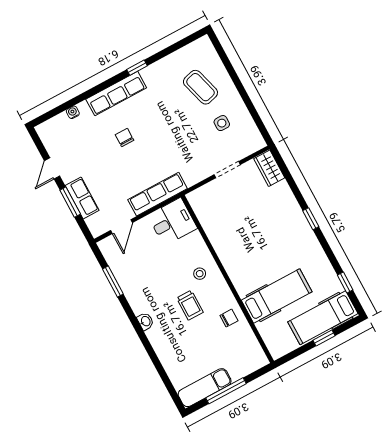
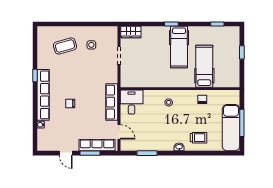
row of seats: (116, 93) -> (43, 95), width x1.36
row of seats: (82, 198) -> (97, 145), width x1.48
trolley: (190, 305) -> (198, 138), moved
hospital bed: (323, 318) -> (179, 47), moved
exam couch: (205, 388) -> (231, 128), width x1.36, depth x1.45

